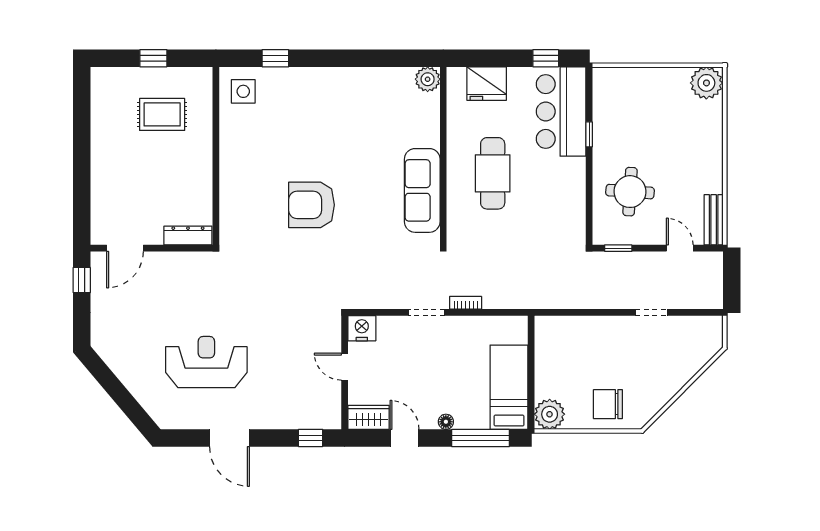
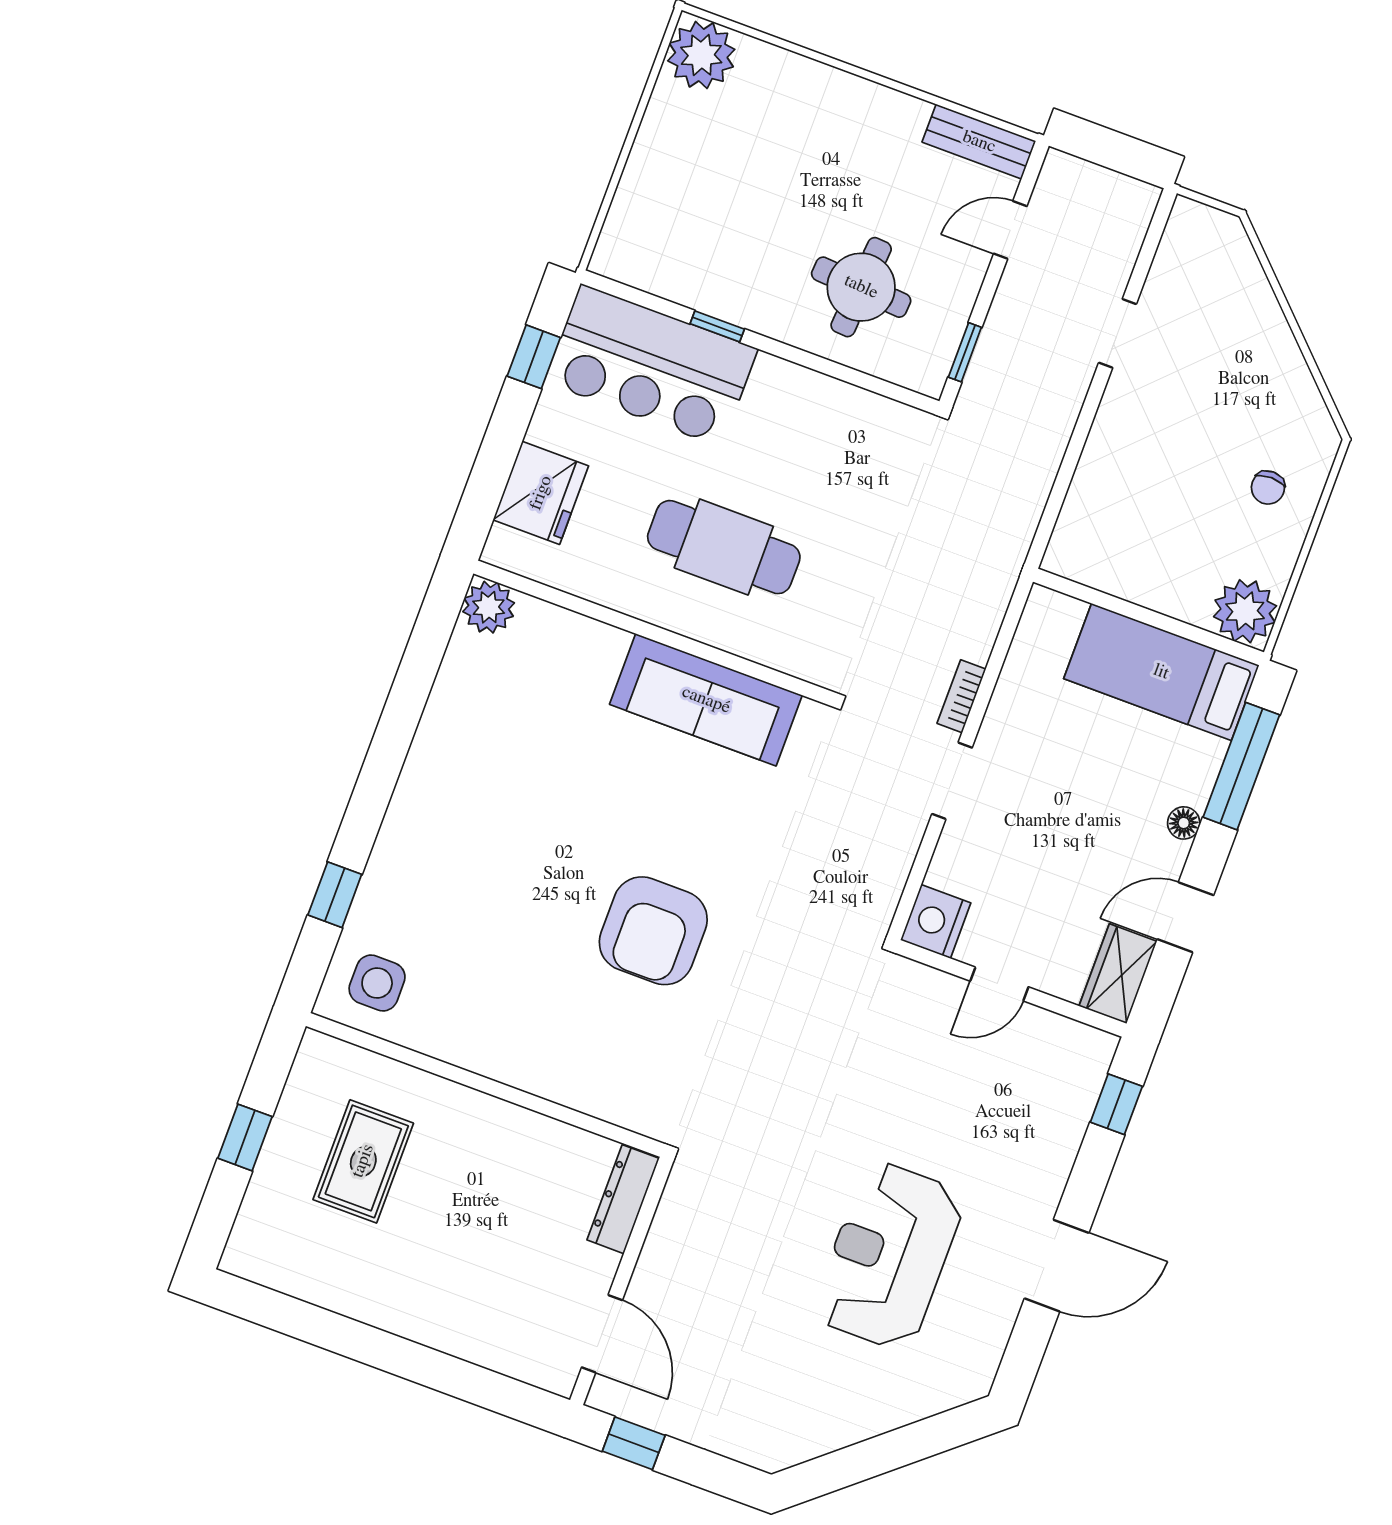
chair: (608, 404) -> (1268, 488), width x0.54, depth x0.54

